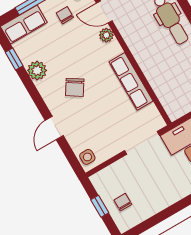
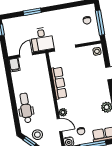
chair: (75, 87) -> (90, 91), removed
window: (100, 206) -> (100, 23), width x2.17

